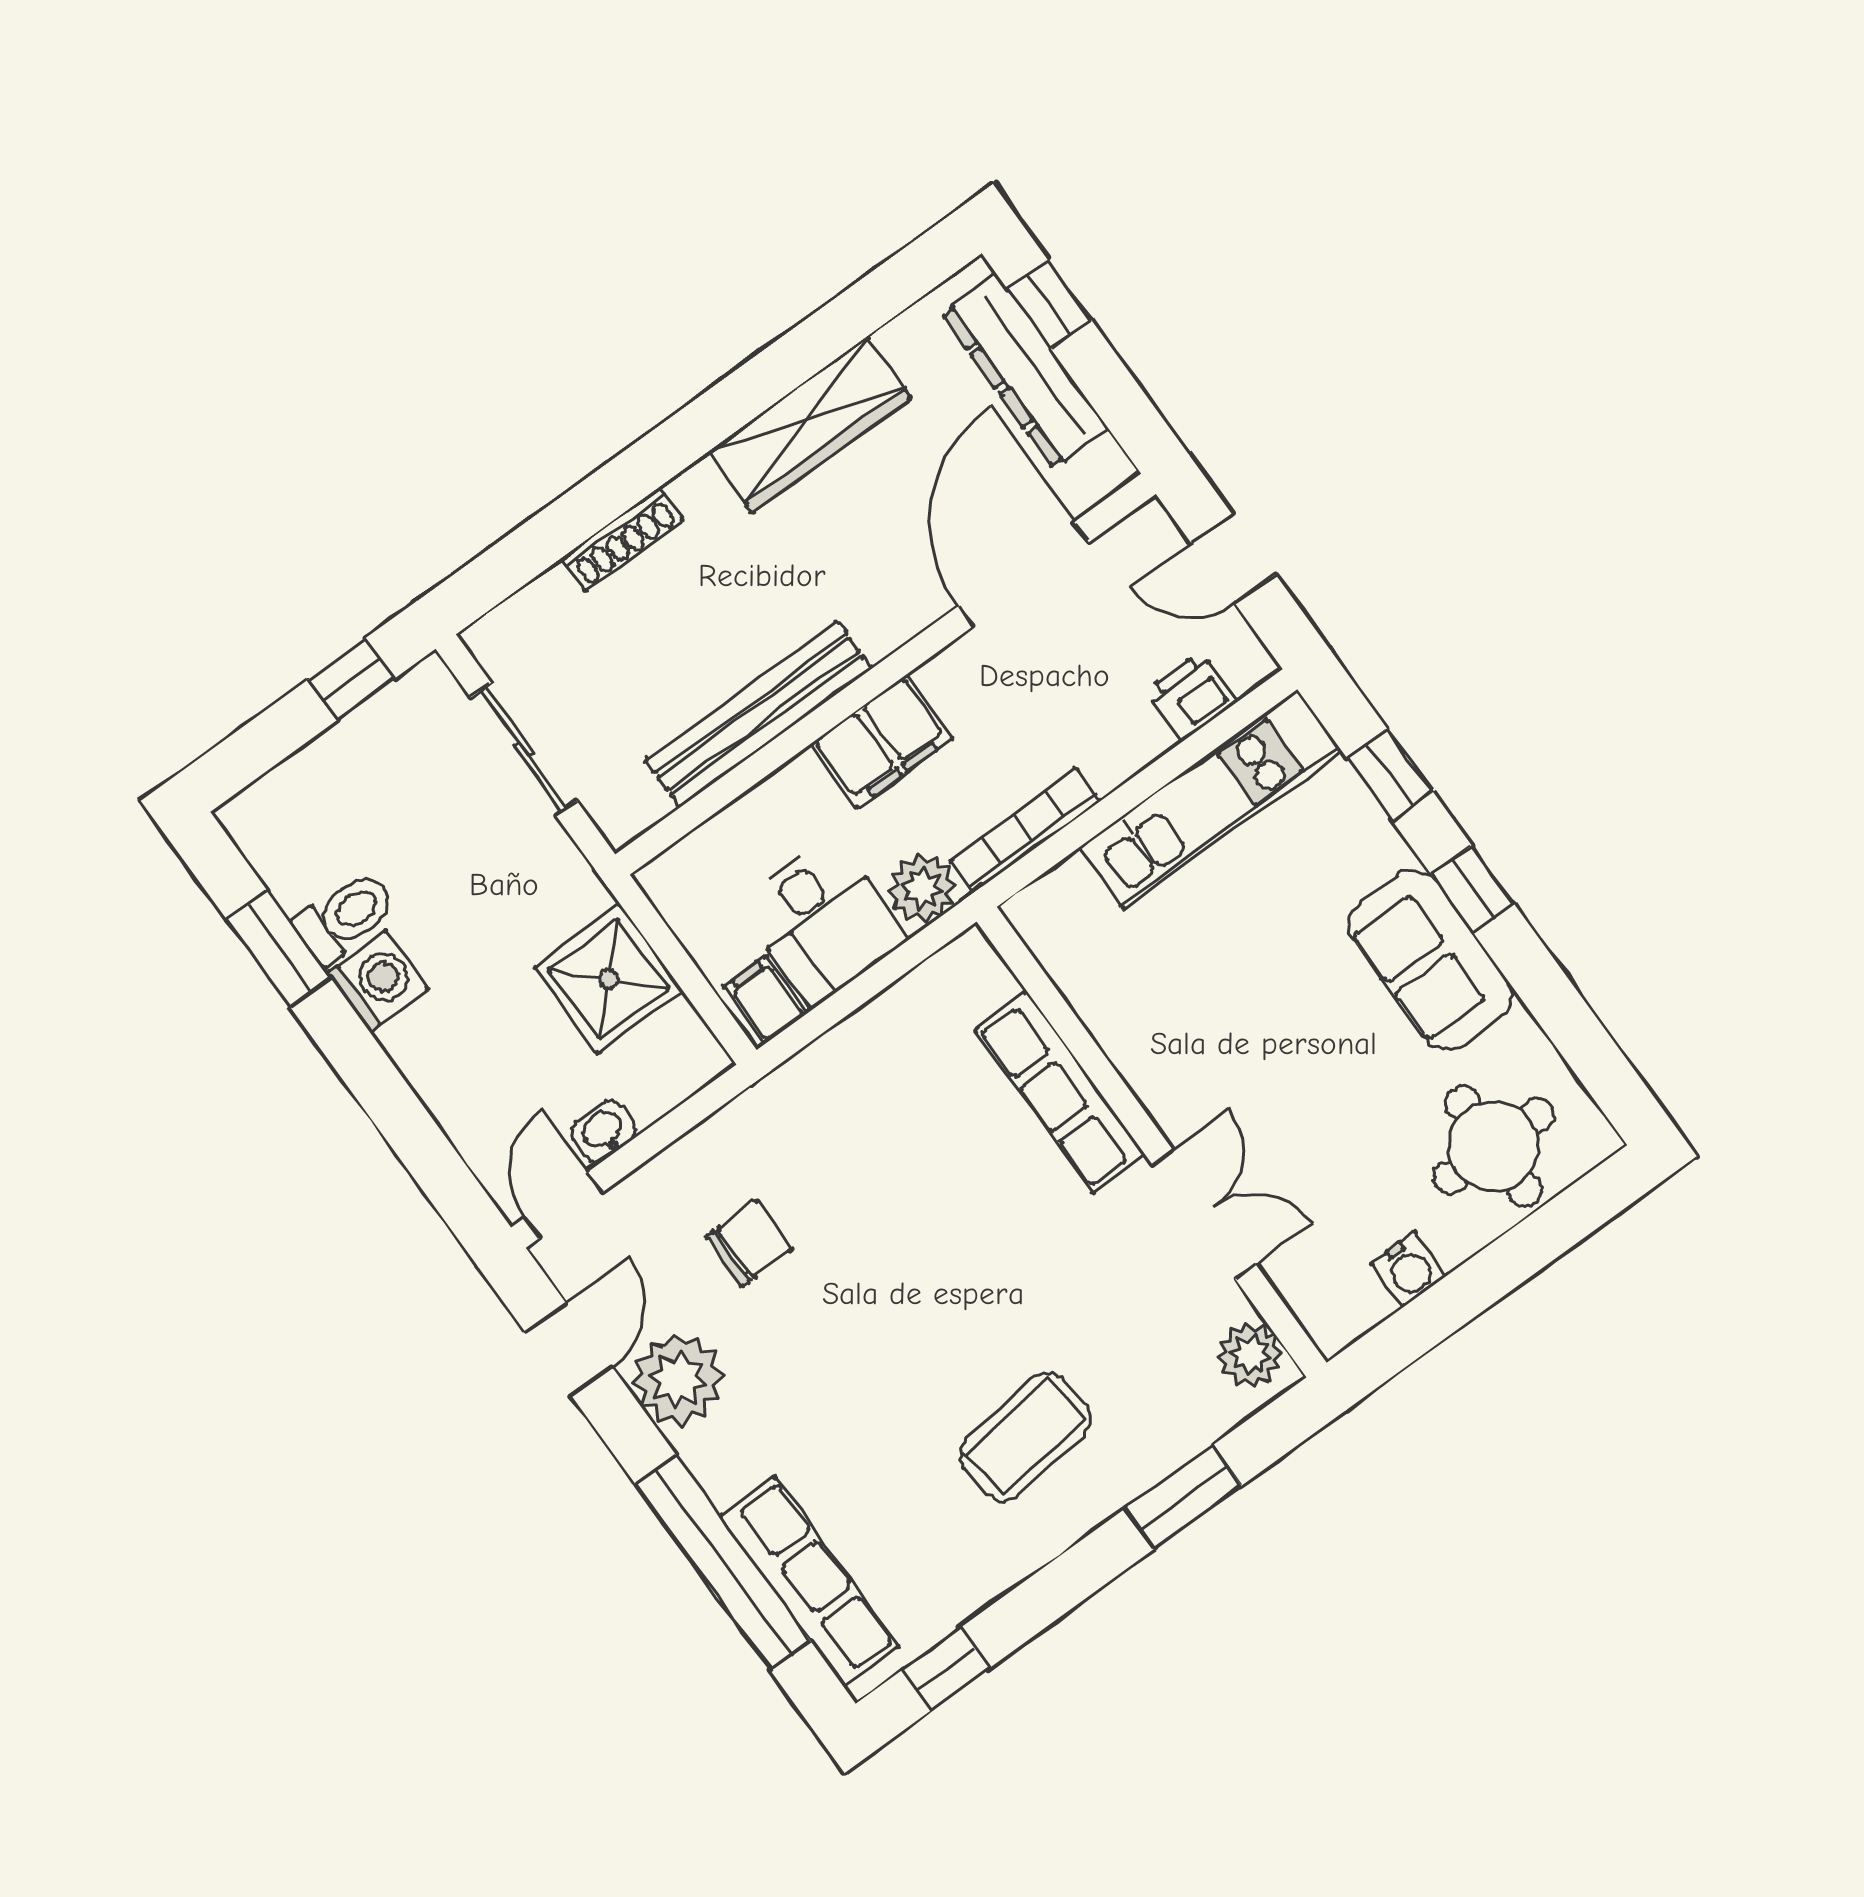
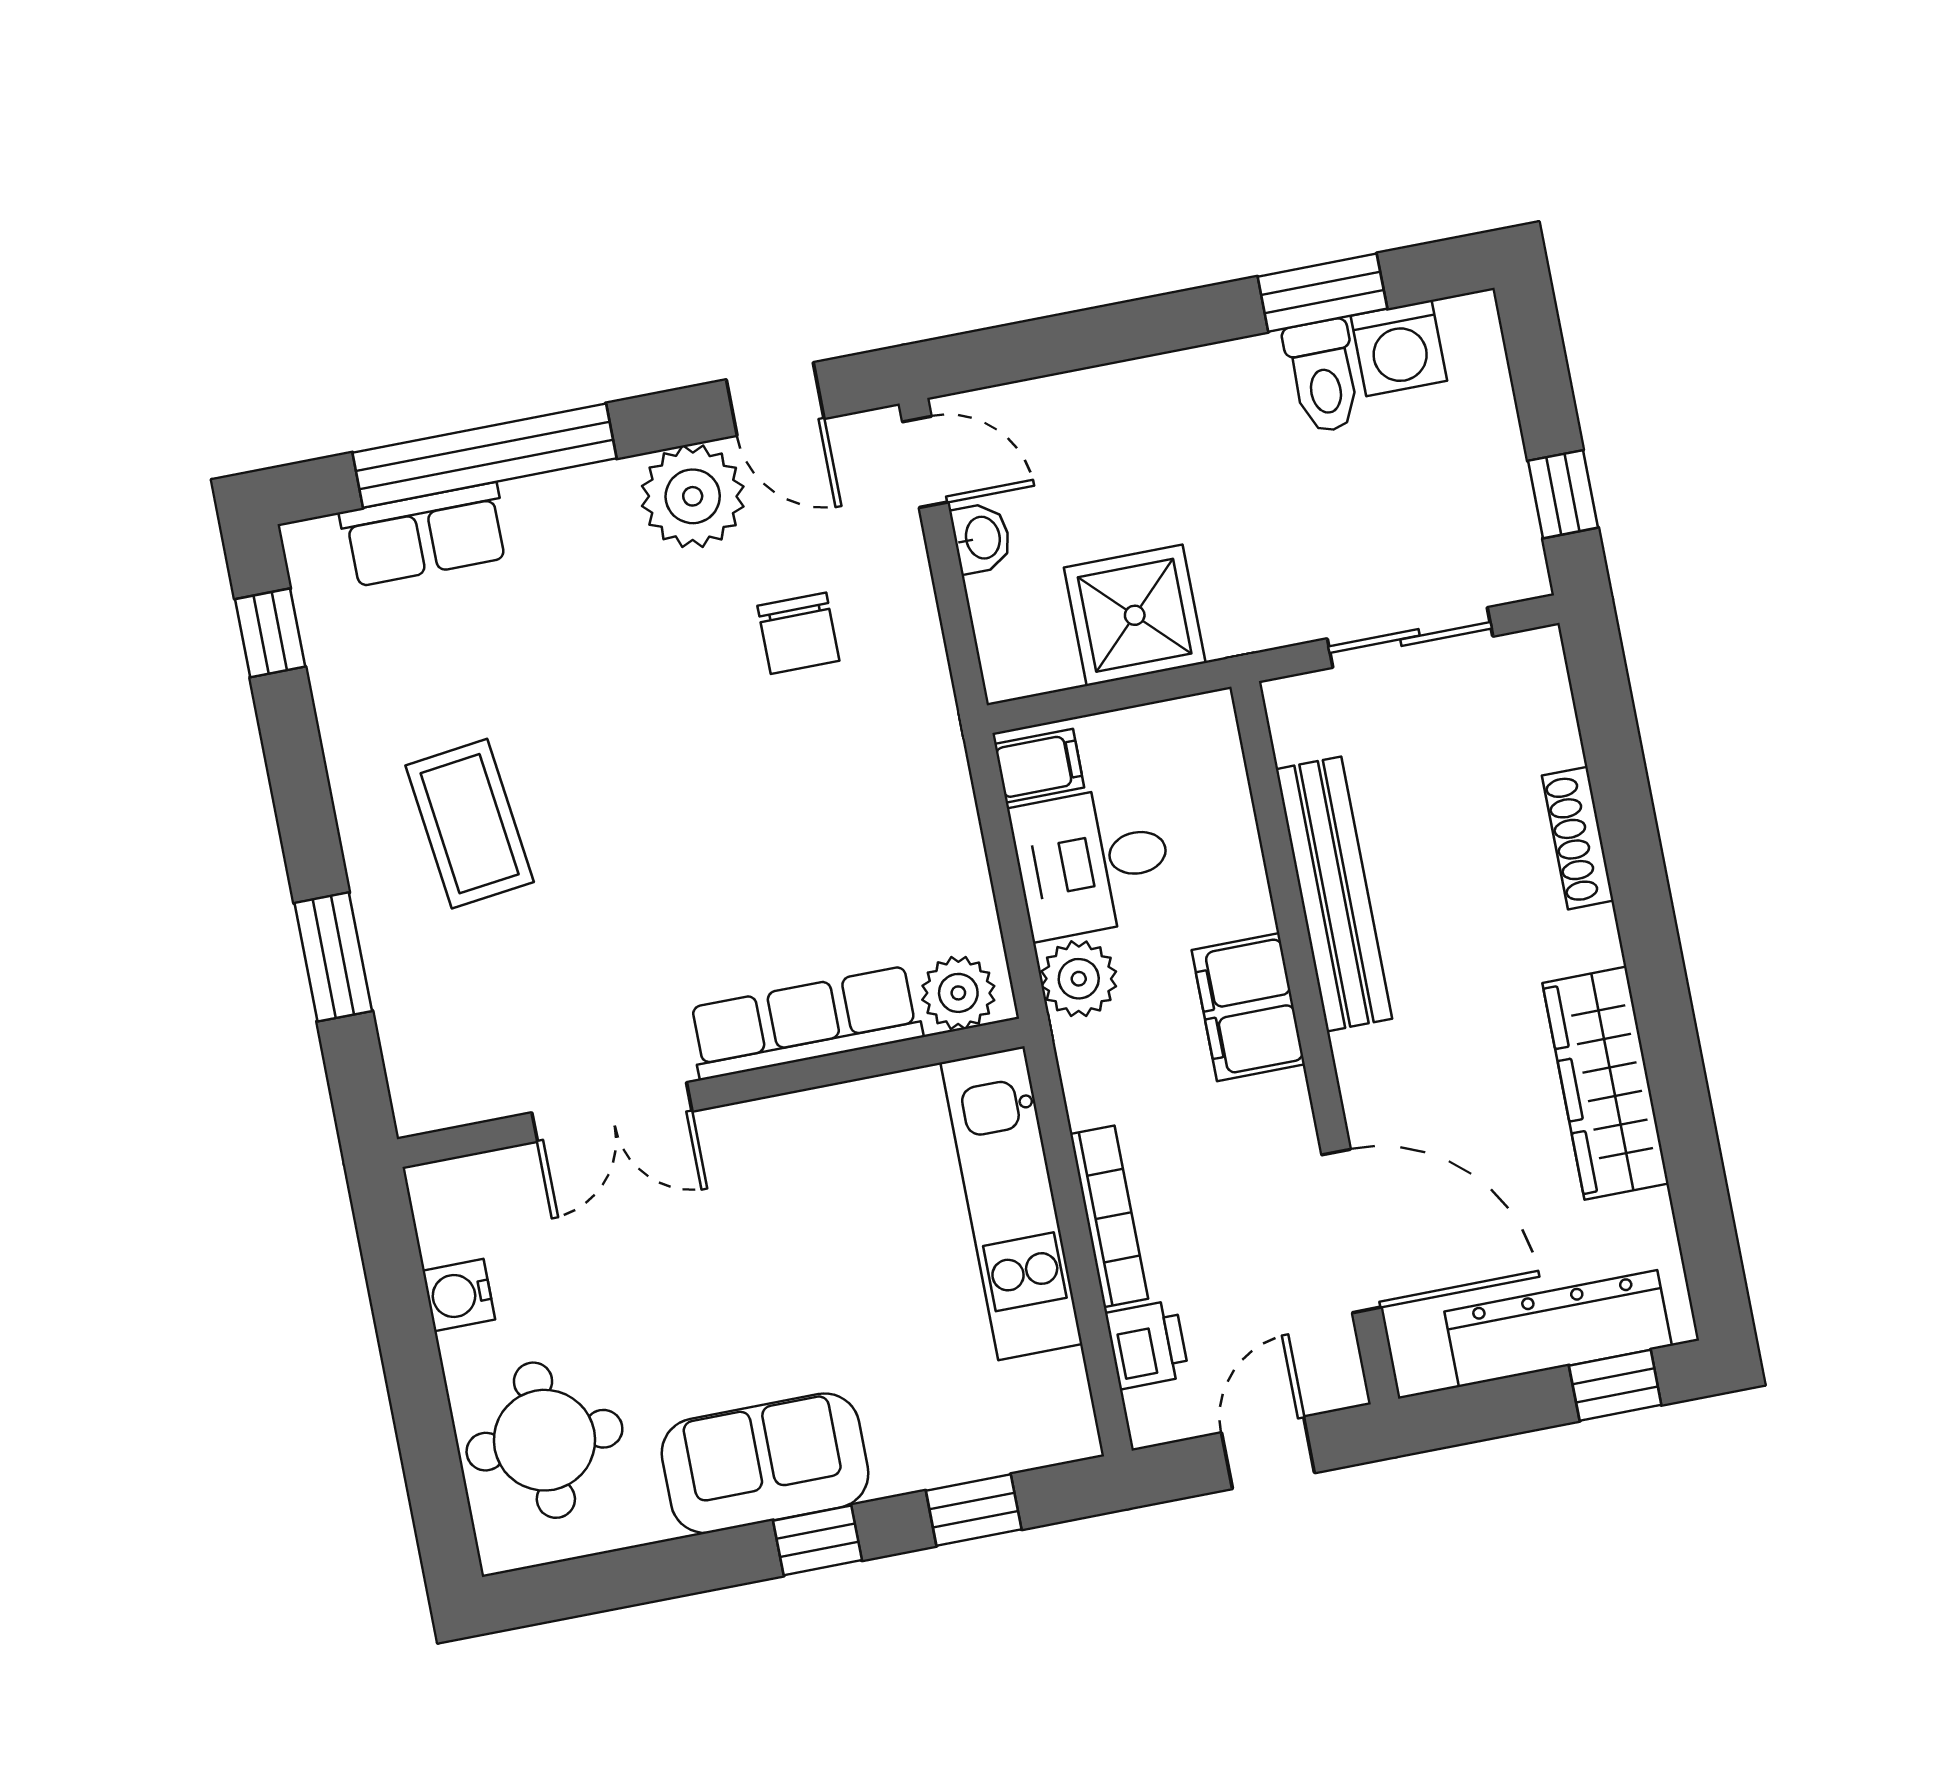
kitchen unit: (1210, 799) -> (1011, 1203), moved
bookcase: (1025, 831) -> (1109, 1216), moved
washing machine: (378, 981) -> (1399, 348), moved
plant: (1250, 1355) -> (958, 993), moved
row of seats: (809, 1581) -> (425, 535), width x0.68

